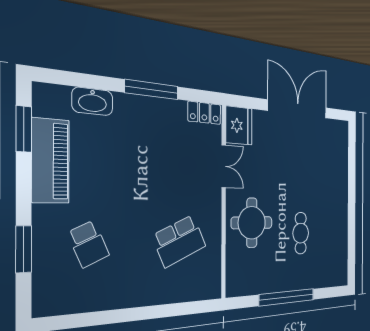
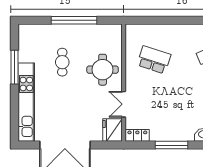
kitchen unit: (340, 176) -> (26, 102), added
window: (352, 225) -> (15, 67), added
school desk: (179, 241) -> (154, 60), turned 42

